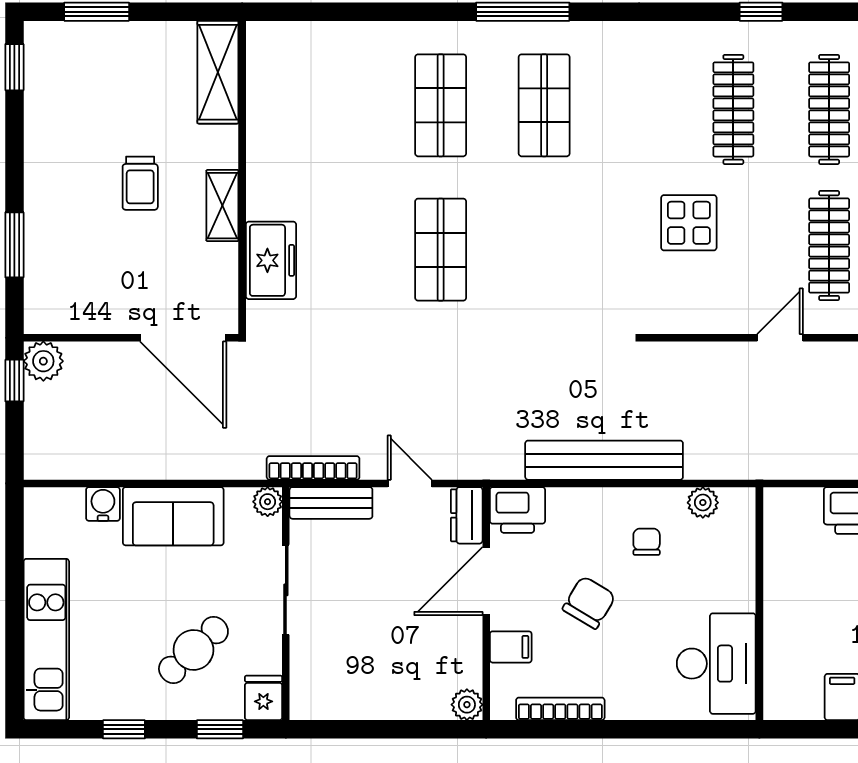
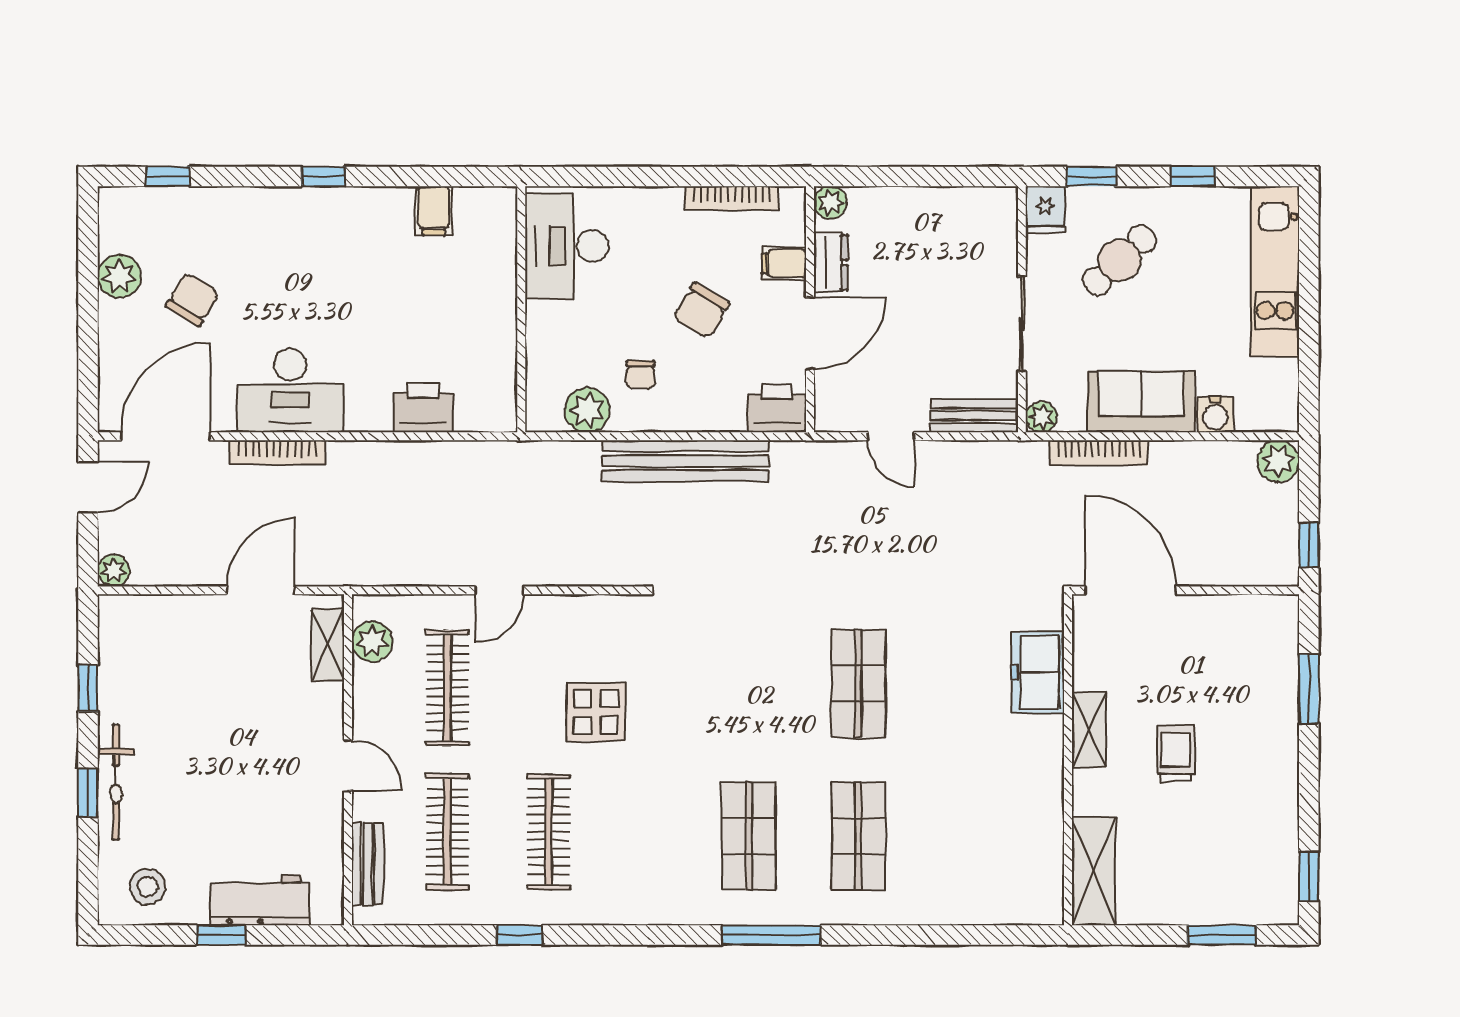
plant: (43, 361) -> (1278, 461), moved
bookcase: (313, 468) -> (1099, 453), moved
plant: (703, 503) -> (587, 410), width x1.38, depth x1.38
dresser: (467, 515) -> (831, 263), moved

